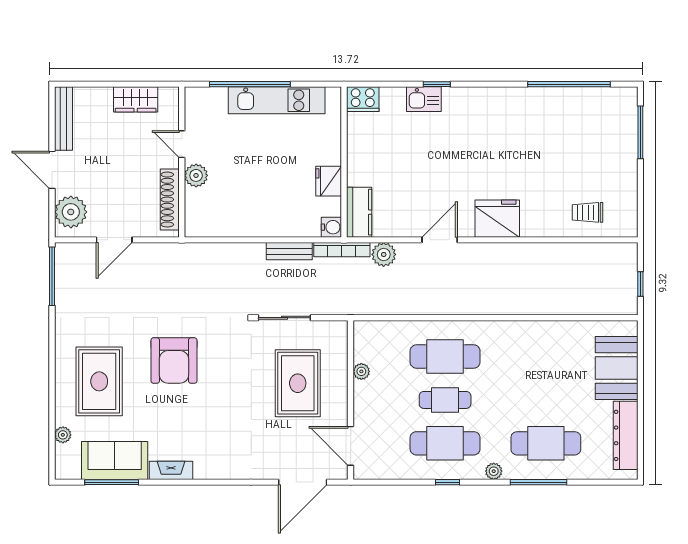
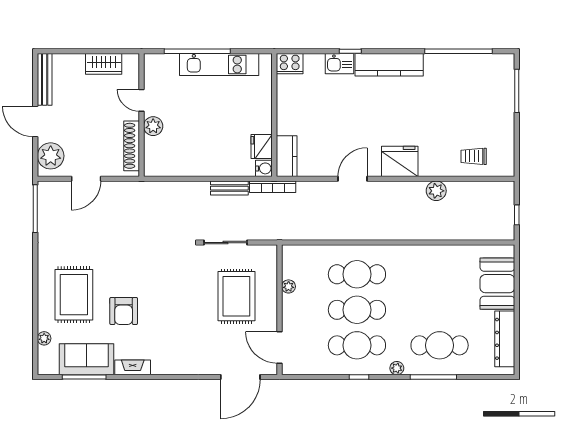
kitchen counter: (484, 101) -> (389, 65), added
fridge: (329, 181) -> (262, 147), moved
plant: (384, 254) -> (436, 191), moved
armchair: (174, 360) -> (124, 311), moved, width x0.73, depth x0.73
cafe table: (445, 400) -> (357, 310), width x1.37, depth x1.35

